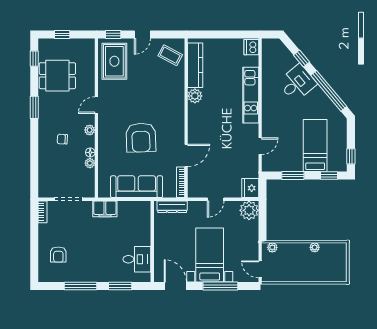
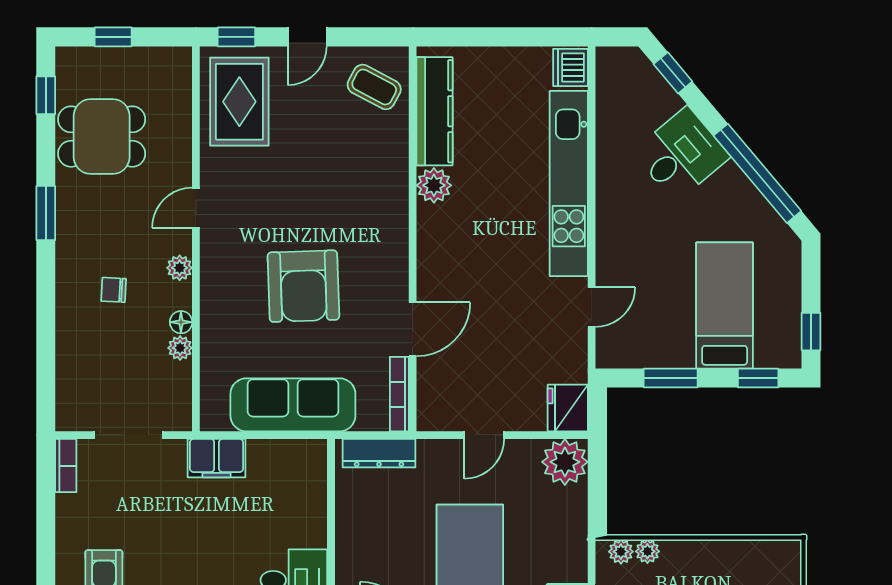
window: (301, 58) -> (673, 73), moved
kitchen unit: (251, 95) -> (569, 184), width x1.36
plant: (315, 247) -> (647, 551), moved

